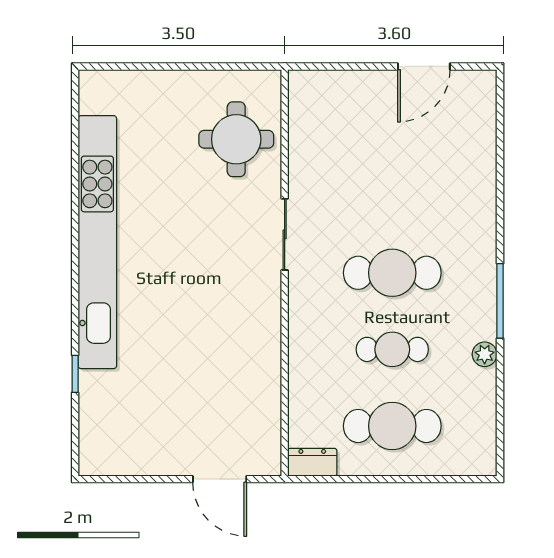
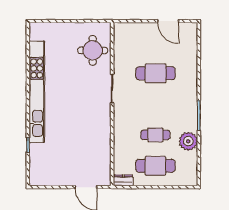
door: (424, 66) -> (168, 21), hinge flipped
cafe table: (392, 273) -> (155, 73), moved
plant: (485, 354) -> (188, 141), width x1.87, depth x1.87

